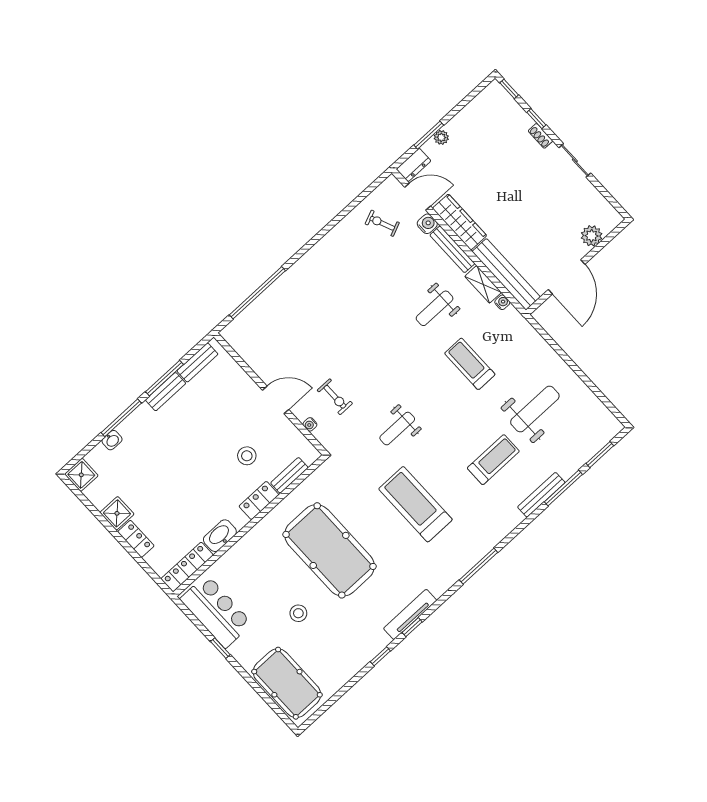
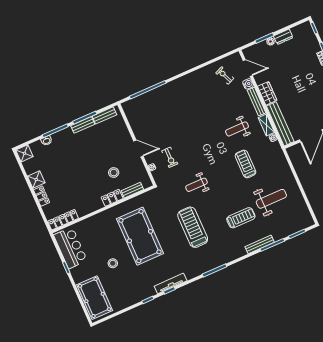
dresser: (414, 165) -> (283, 37), moved
wardrobe: (460, 222) -> (267, 93), width x0.67
washbasin: (220, 536) -> (86, 209), removed

